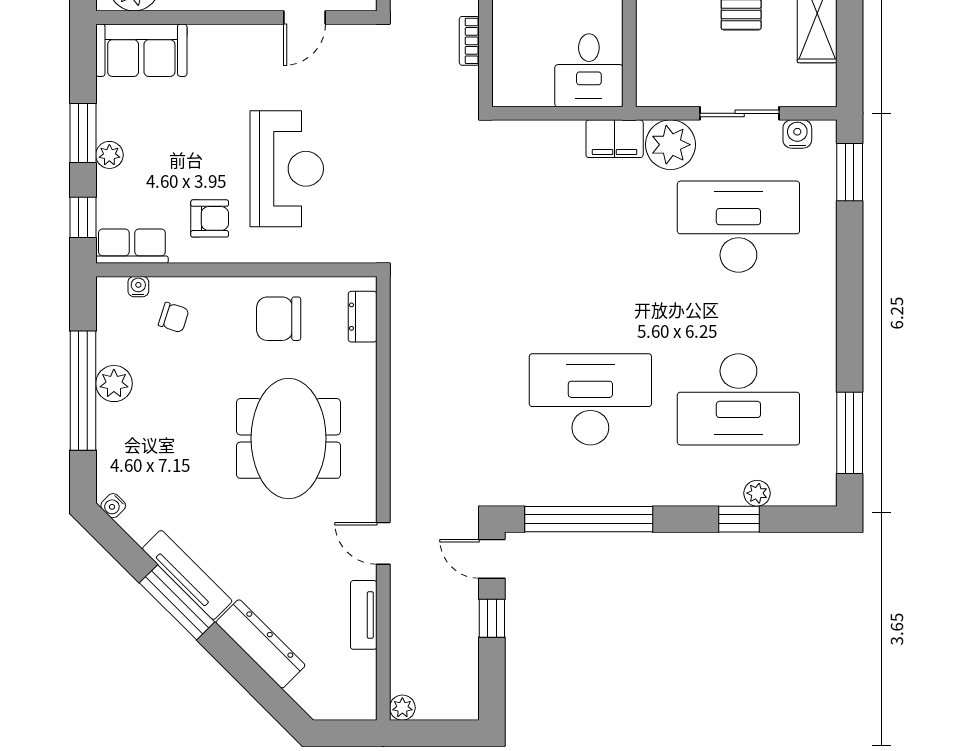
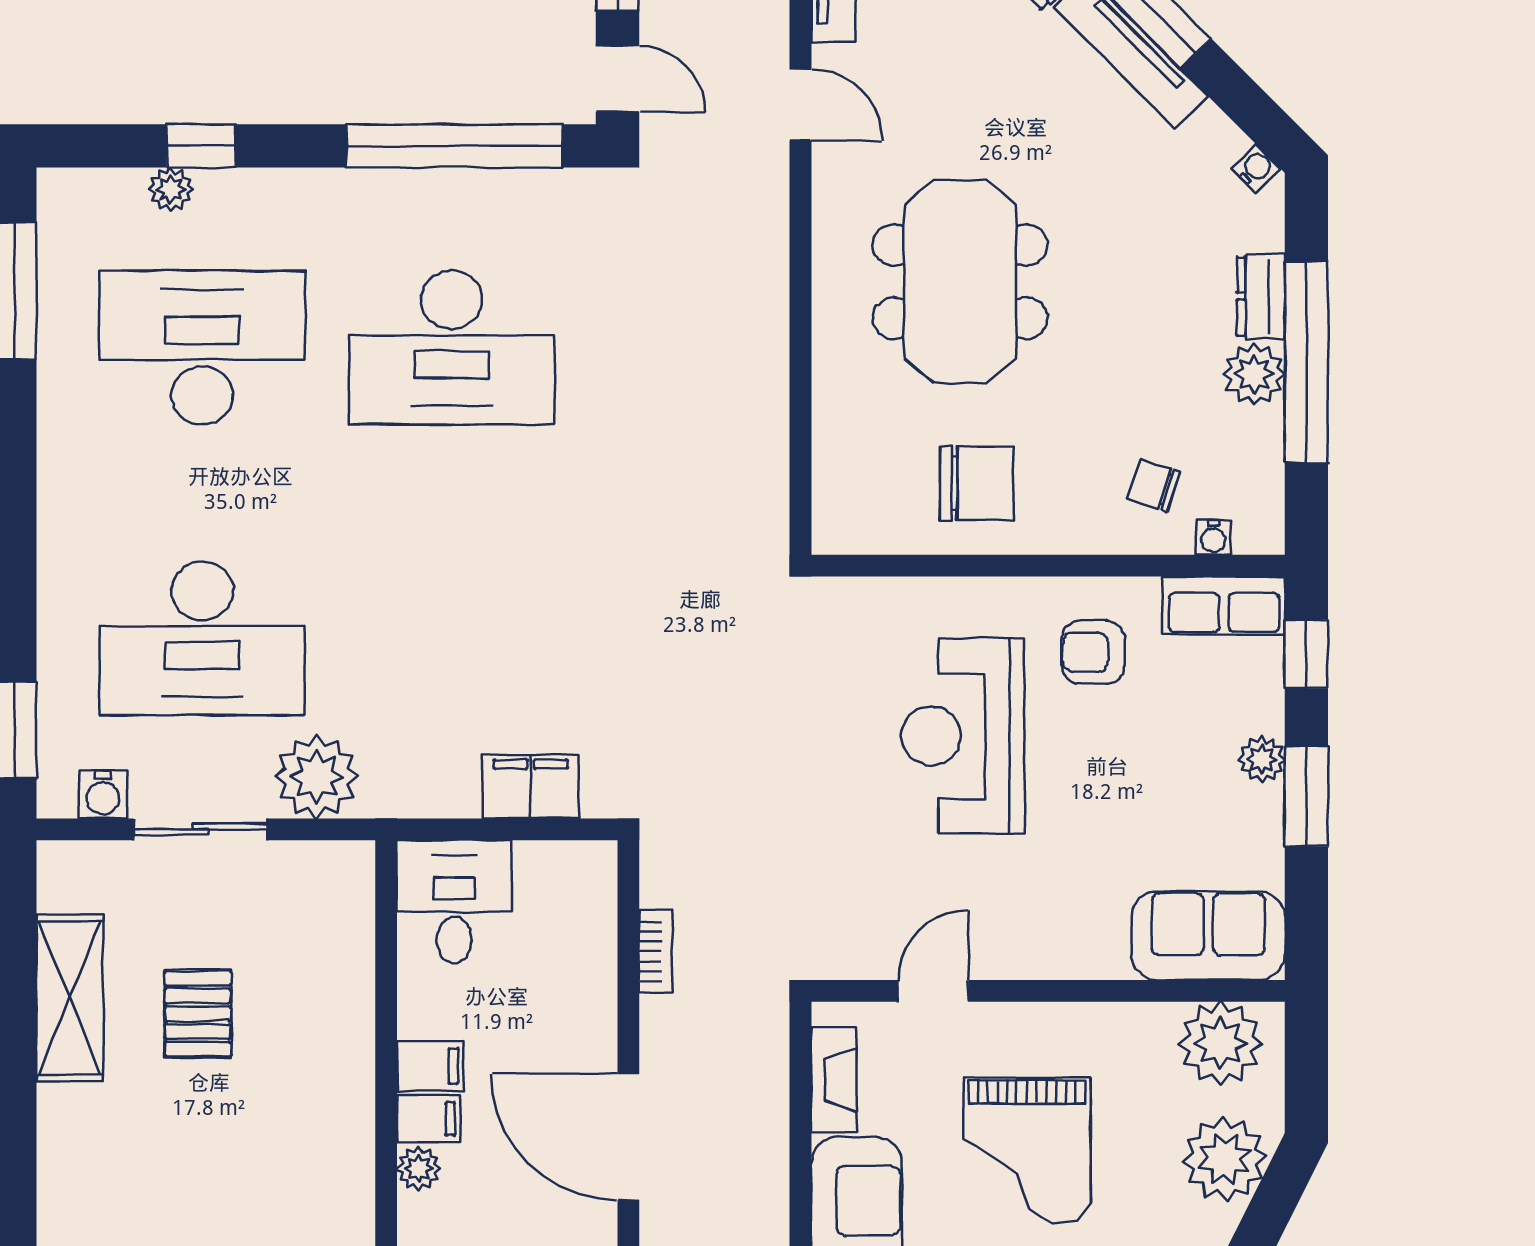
filing cabinet: (615, 139) -> (531, 787), moved
dresser: (363, 317) -> (1261, 296), moved, turned 180

